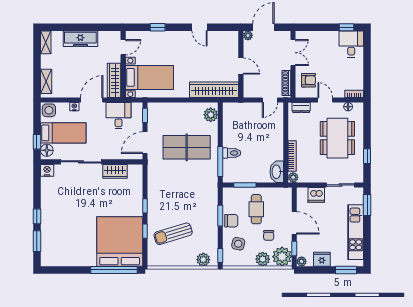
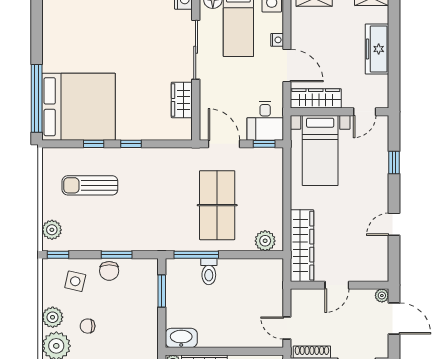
door: (123, 47) -> (365, 112), hinge flipped
desk: (119, 116) -> (265, 121), moved, turned 90
cafe table: (256, 209) -> (126, 308), removed
sun lounger: (173, 234) -> (90, 185), turned -73

